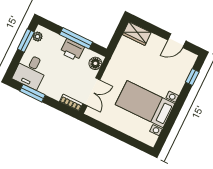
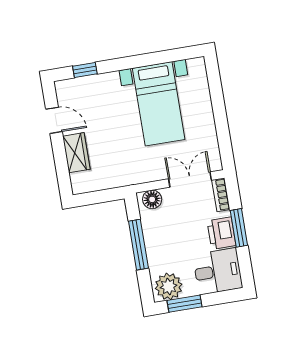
wardrobe: (137, 34) -> (76, 153), moved
plant: (38, 37) -> (169, 286), width x1.87, depth x1.87
printer: (72, 50) -> (221, 233), moved, turned 180
window: (32, 93) -> (239, 228), moved

